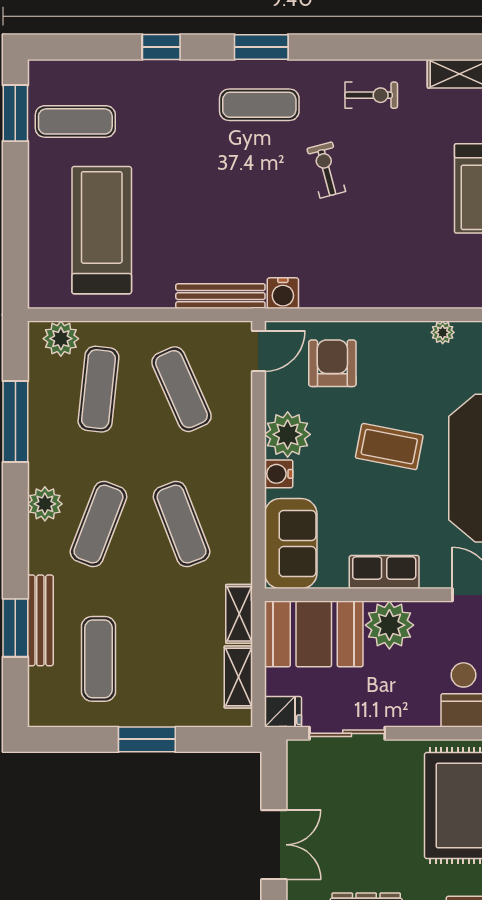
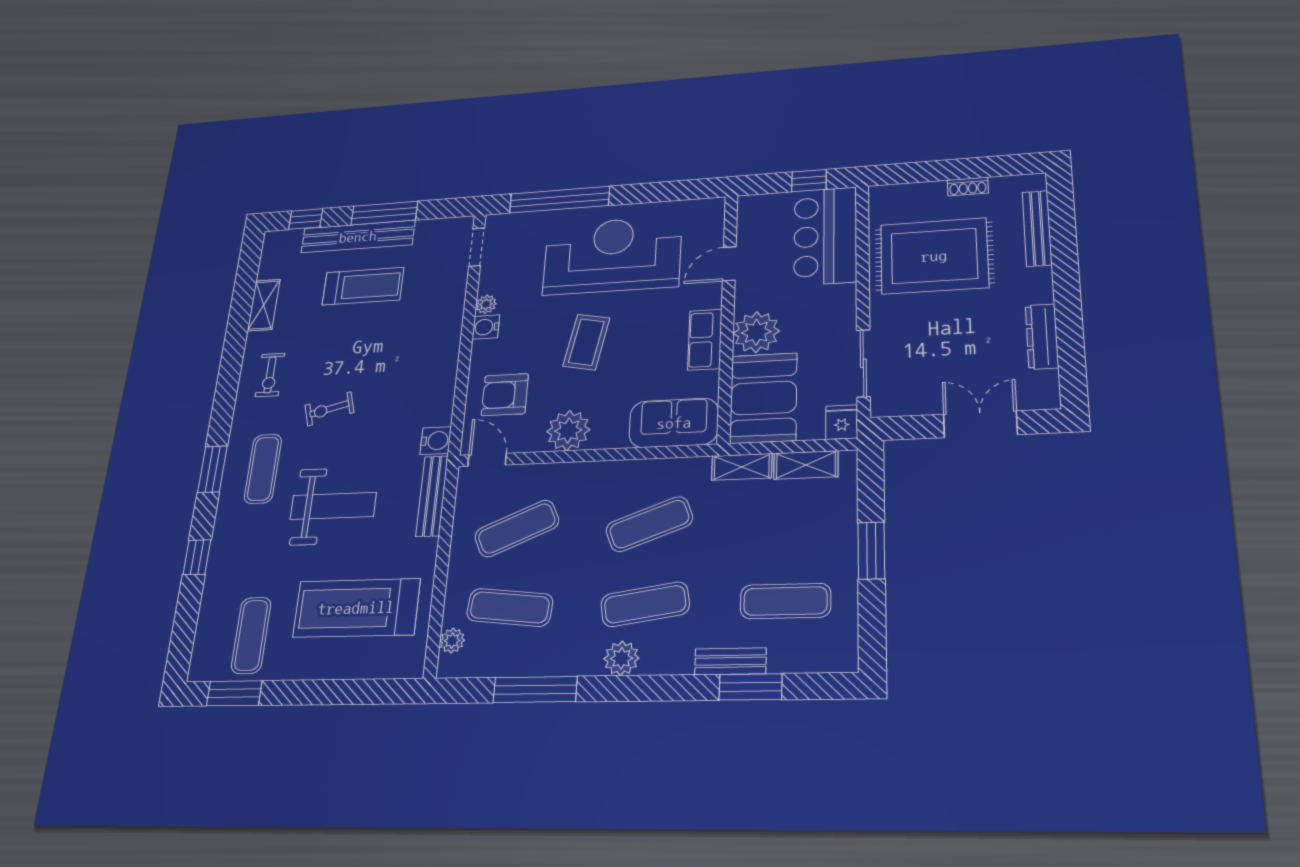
exercise bike: (371, 95) -> (270, 375), turned 180
weight bench: (214, 190) -> (333, 506), added
plant: (61, 339) -> (452, 641), width x0.73, depth x0.73
water cooler: (279, 474) -> (486, 327), moved, turned 90
exercise mat: (98, 524) -> (645, 604), turned -30
bench: (40, 620) -> (730, 661), width x0.73

